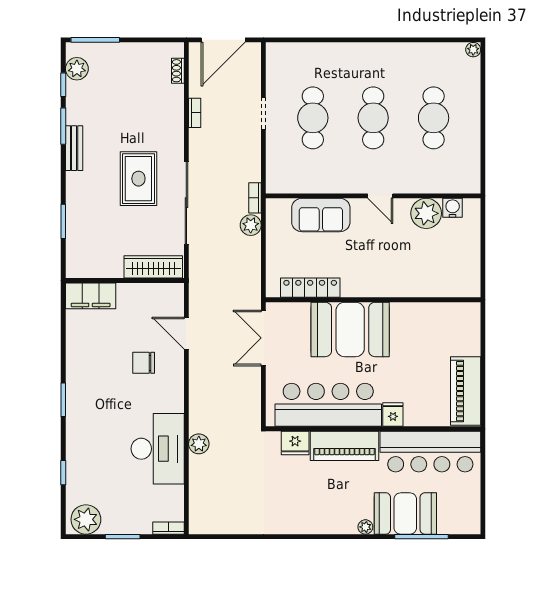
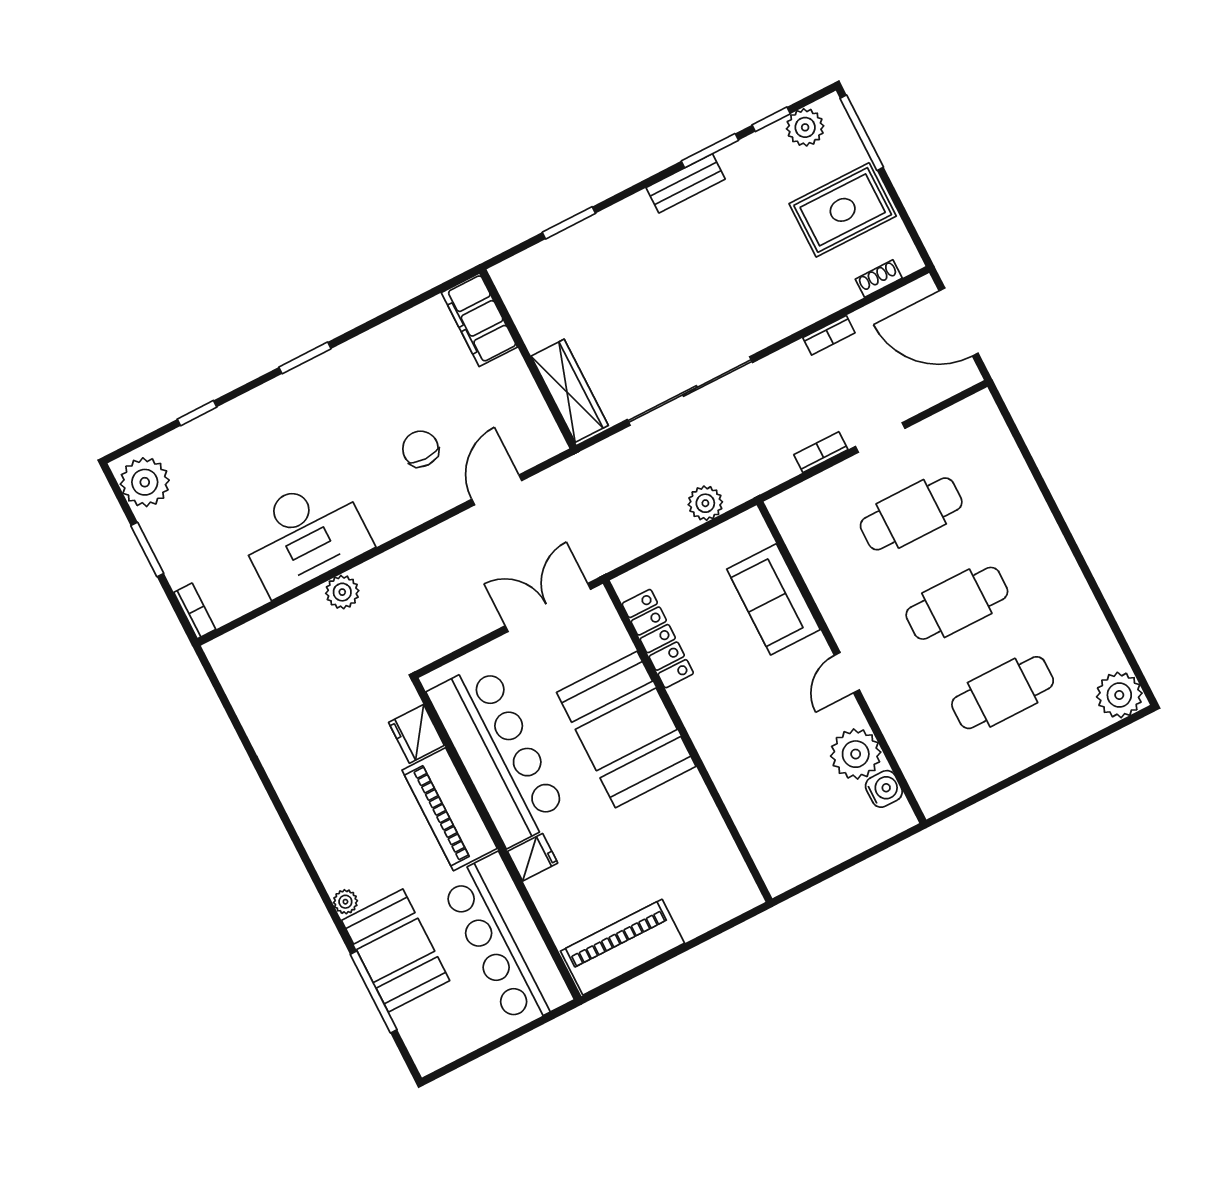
plant: (473, 50) -> (1119, 695), width x1.88, depth x1.88
rug: (138, 179) -> (843, 210), moved
bookcase: (255, 198) -> (821, 452), moved

